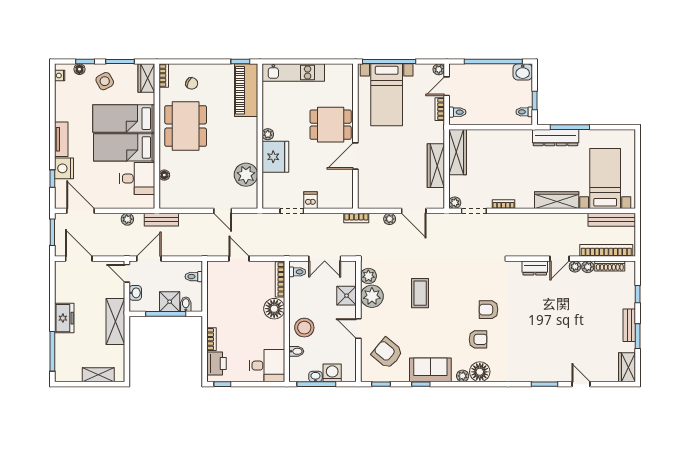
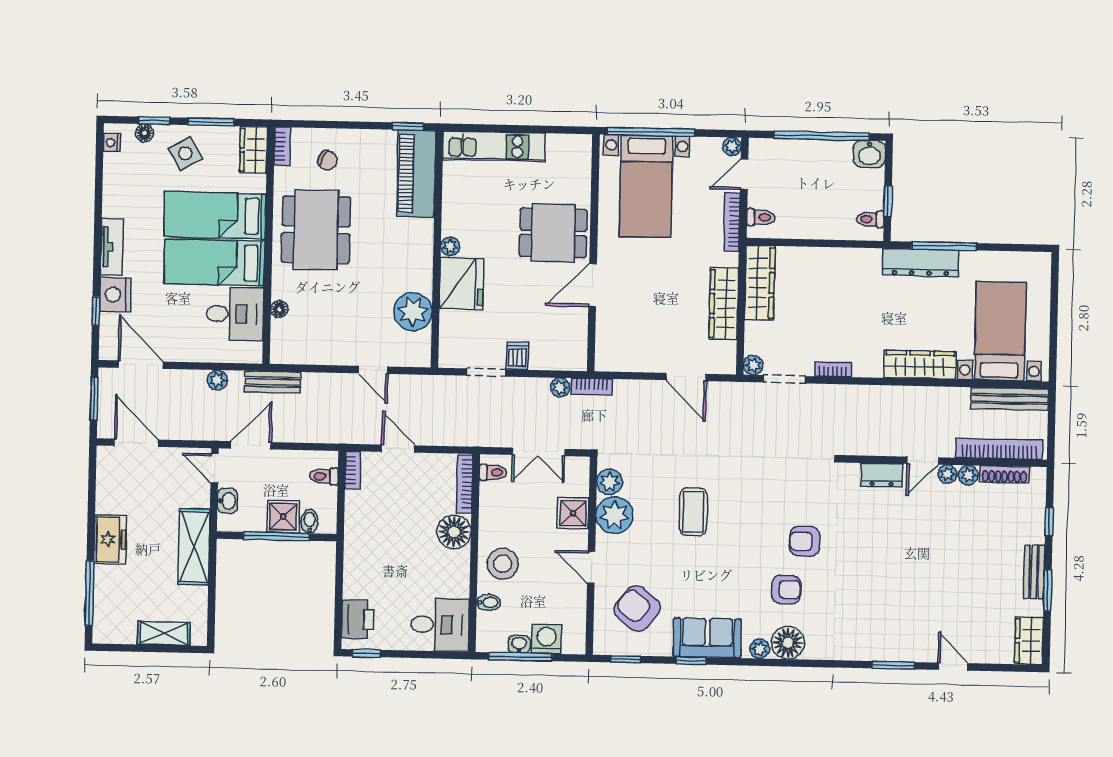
bookcase: (440, 109) -> (732, 222), width x1.56
plant: (390, 219) -> (560, 387), moved
bookcase: (211, 339) -> (353, 470), moved

